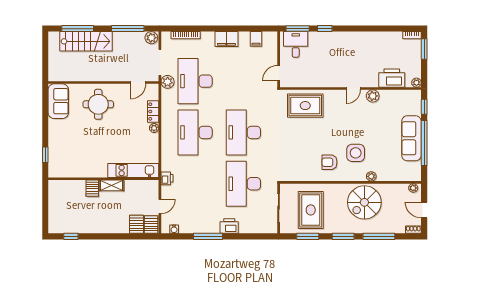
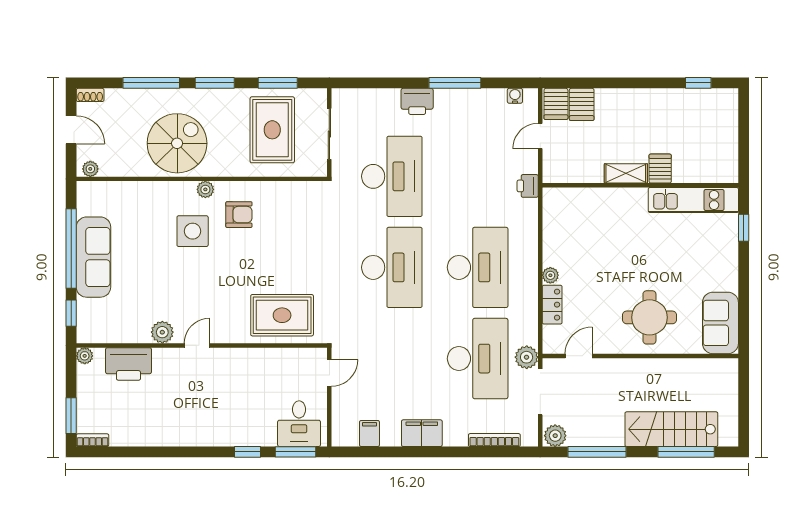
kitchen unit: (133, 170) -> (693, 200), moved
plant: (371, 176) -> (205, 189), moved

